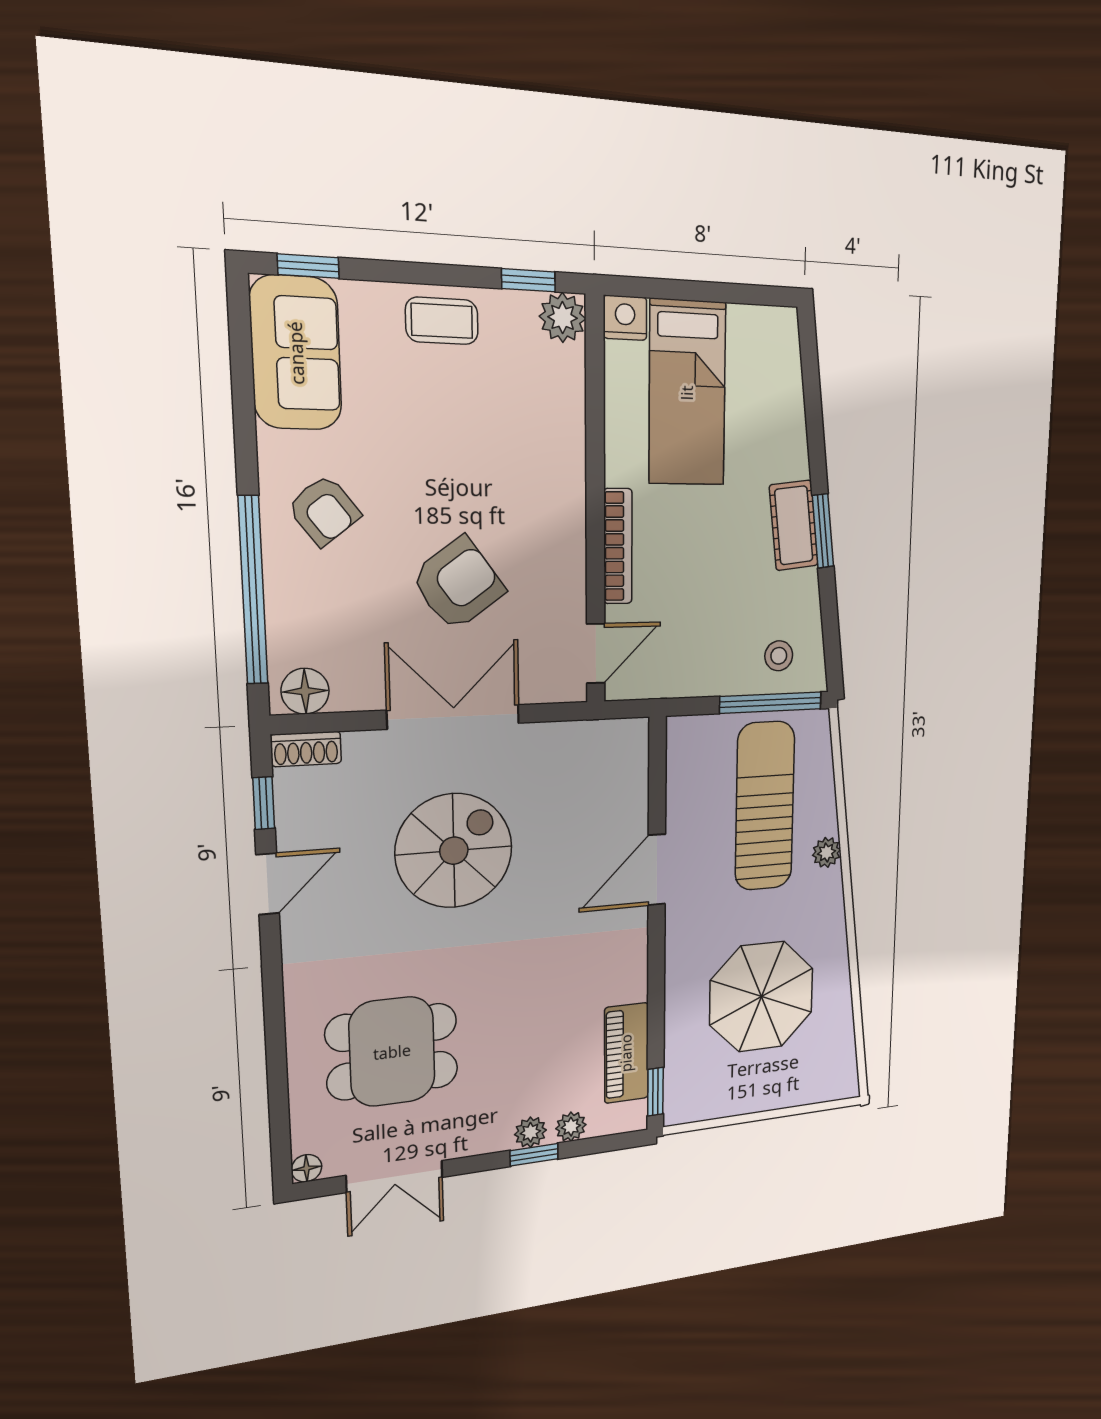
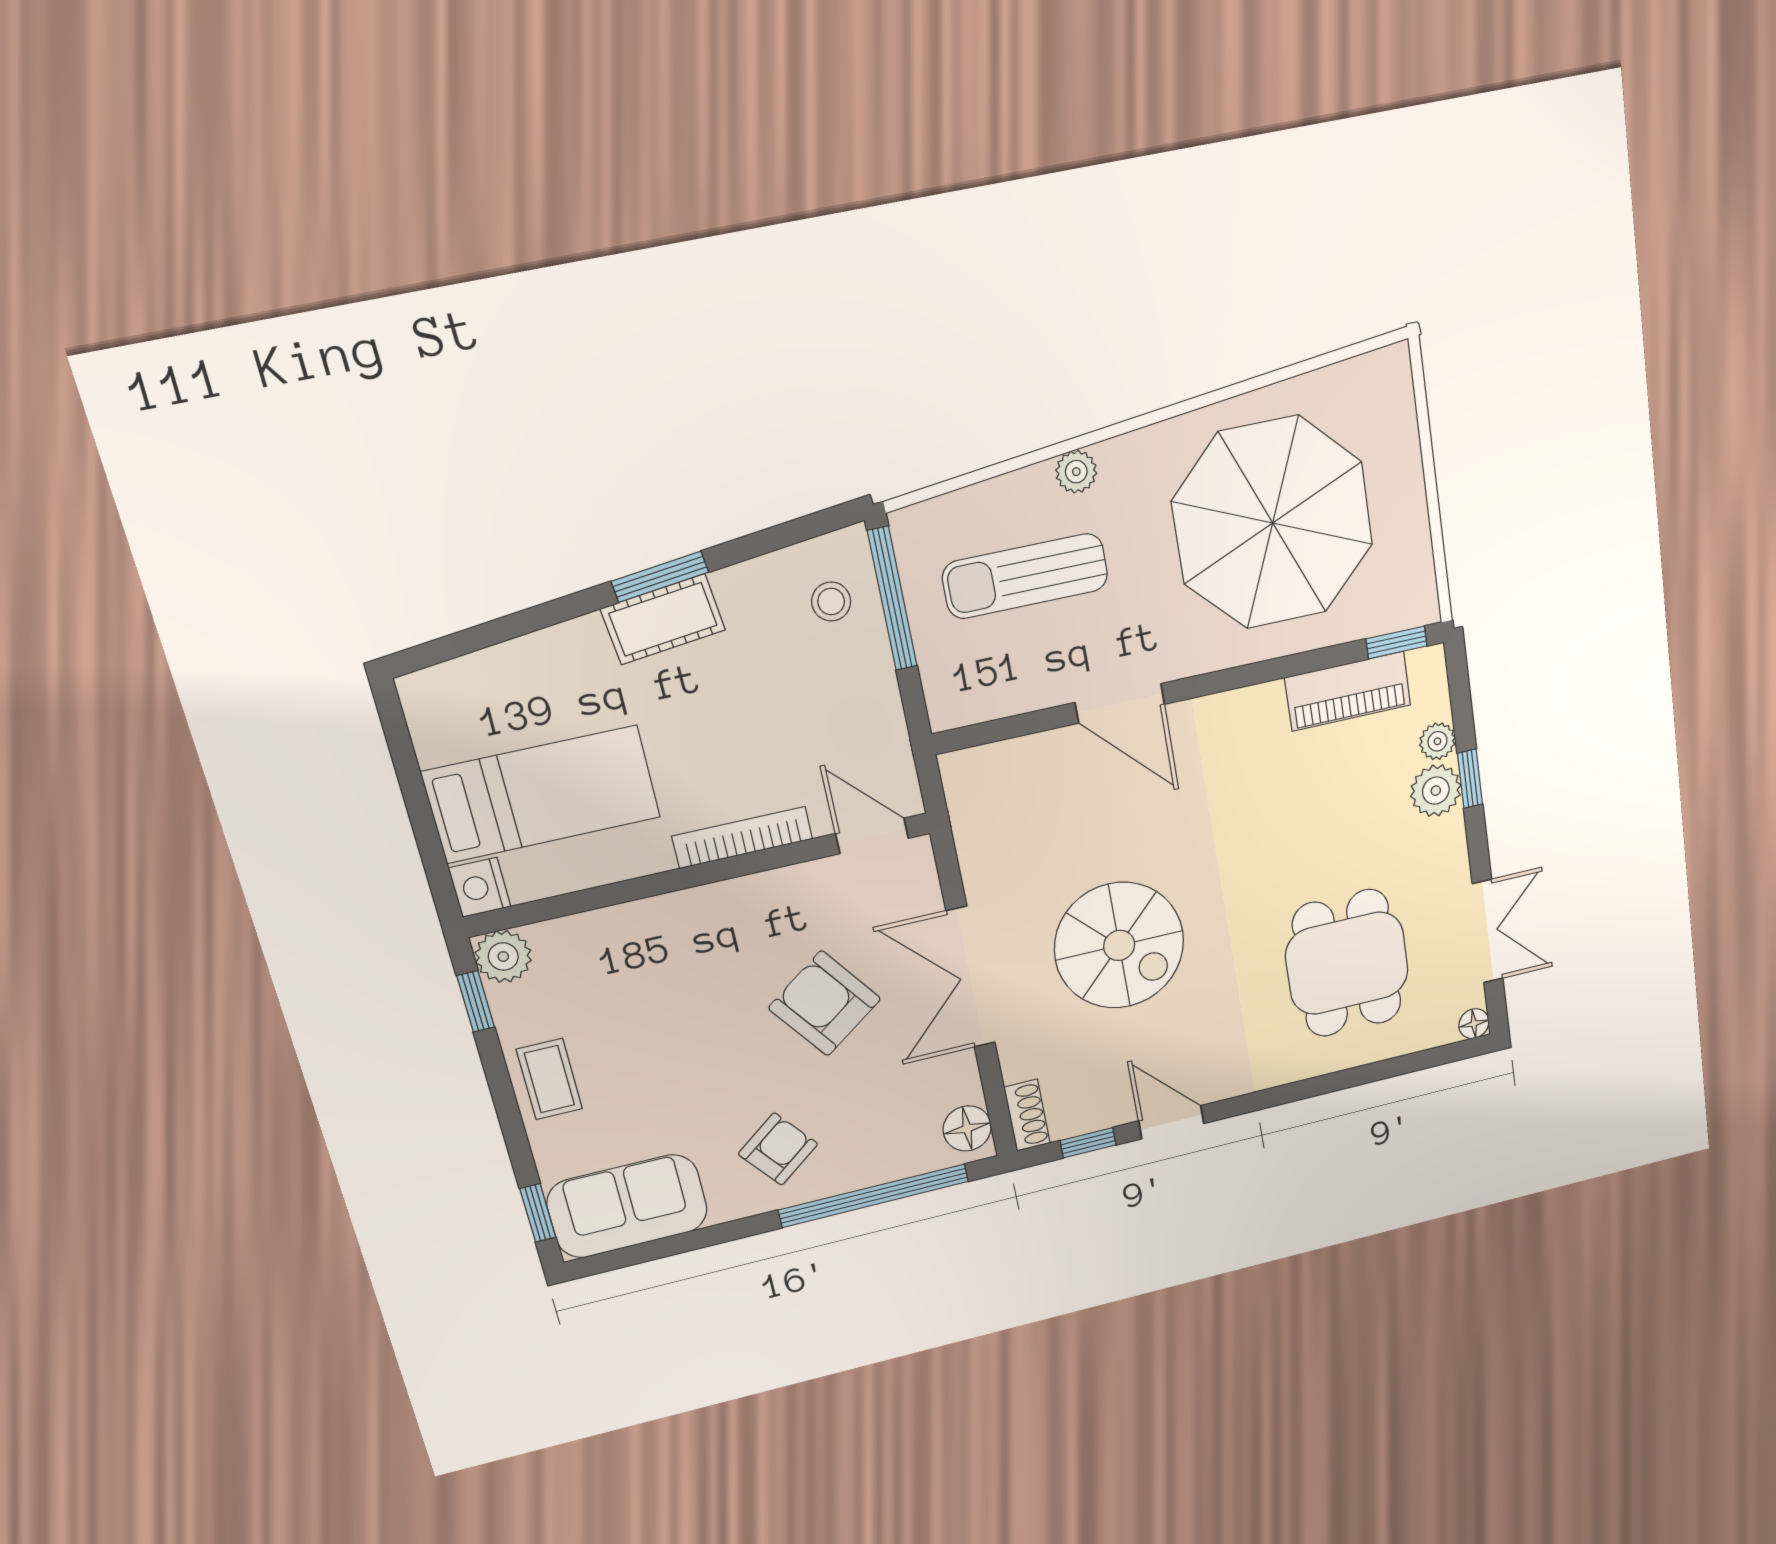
sun lounger: (765, 806) -> (1025, 576), width x0.73, depth x0.75
spiral stairs: (454, 851) -> (1119, 945), turned 180
parasol: (762, 997) -> (1273, 523), width x1.36, depth x1.36
plant: (530, 1132) -> (1436, 791), width x1.38, depth x1.38

